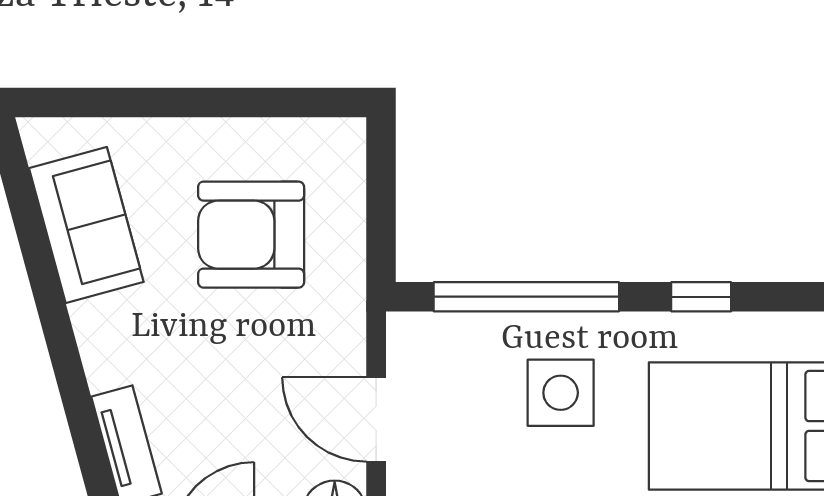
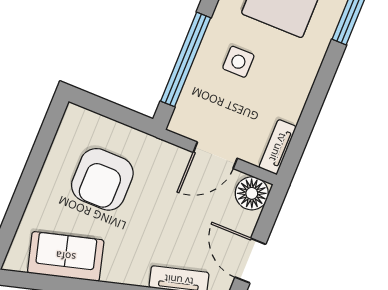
side table: (561, 393) -> (238, 62), width x0.73, depth x0.73

